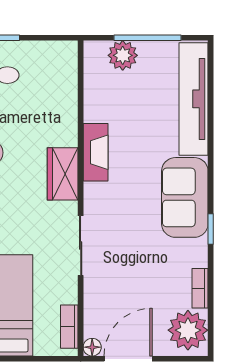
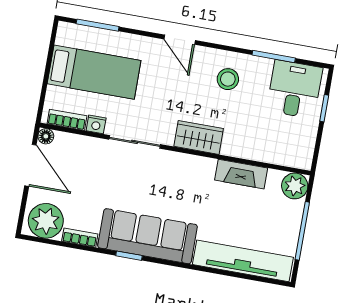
plant: (123, 55) -> (295, 186), moved
fireplace: (96, 152) -> (241, 174), moved
sofa: (185, 197) -> (148, 236), width x1.36
nightstand: (69, 293) -> (96, 124), added

